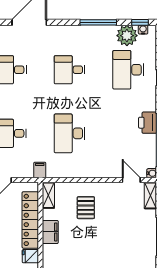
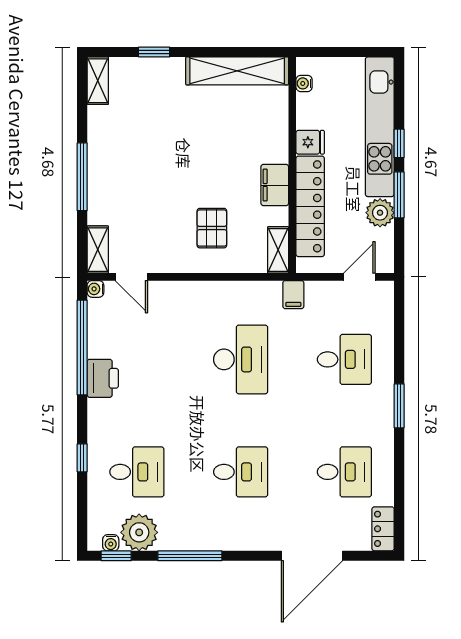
desk: (128, 70) -> (137, 472), width x0.73

